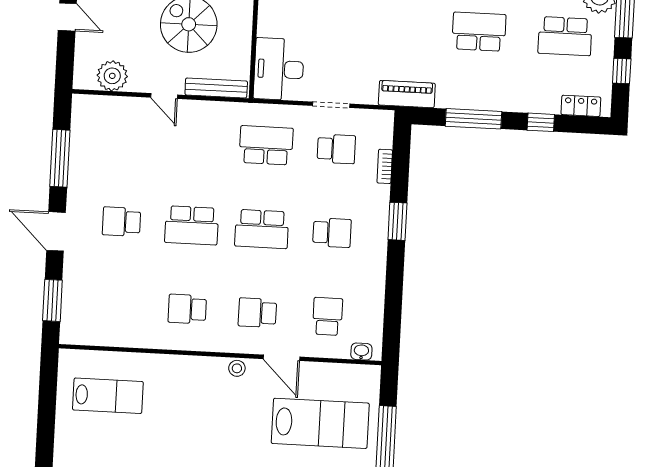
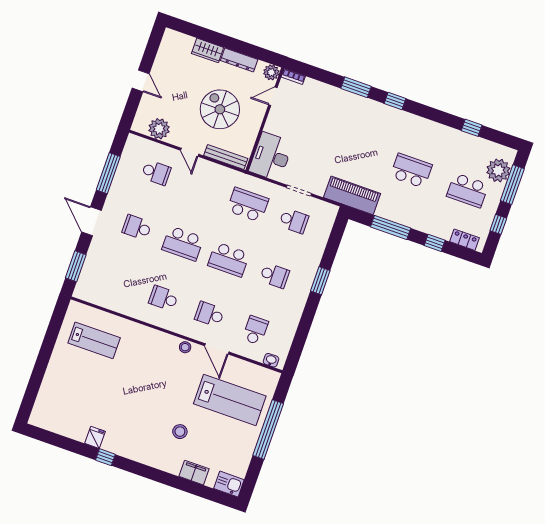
piano: (407, 94) -> (352, 195), width x1.37, depth x1.33
school desk: (126, 138) -> (156, 173), added
bookcase: (385, 166) -> (322, 242), removed

